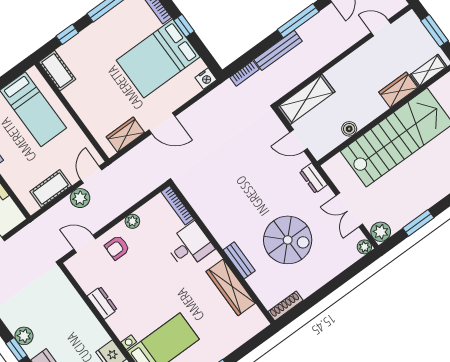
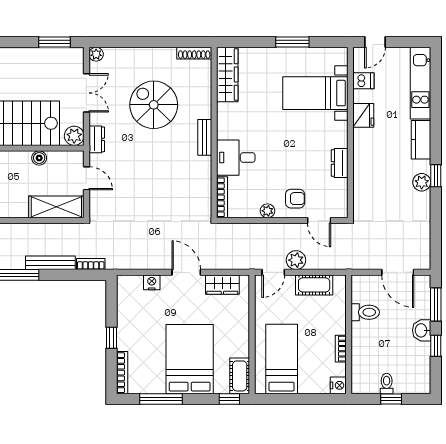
window: (67, 34) -> (229, 399), moved
bed: (158, 58) -> (190, 359), moved, turned -90
nightstand: (206, 79) -> (152, 282), moved
window: (418, 223) -> (55, 42), moved
plant: (381, 232) -> (74, 136), moved
bench: (239, 260) -> (205, 137), moved
wardrobe: (231, 287) -> (227, 75), moved

